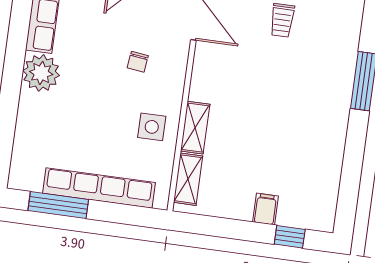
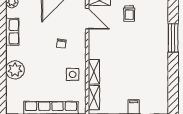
plant: (41, 73) -> (15, 70), moved

